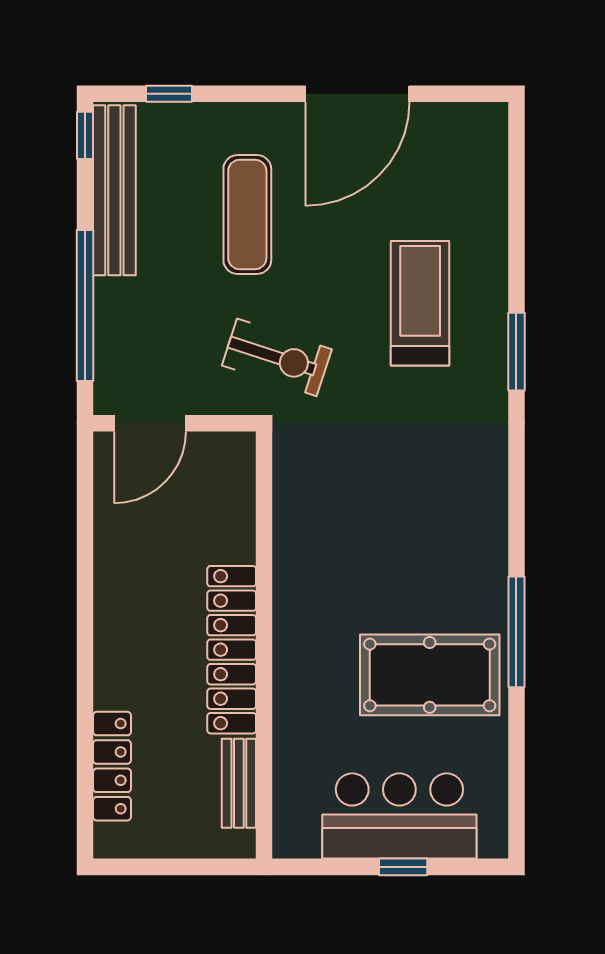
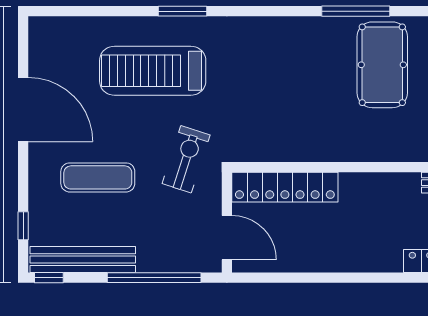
treadmill: (420, 303) -> (153, 71), width x1.37, depth x1.38
locker: (232, 650) -> (285, 187), moved

